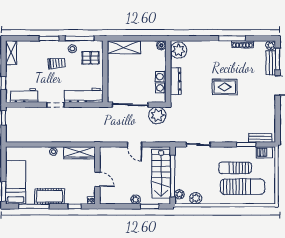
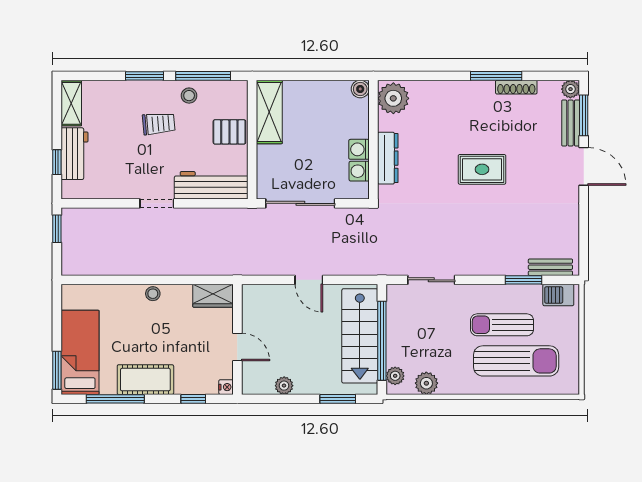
shelving: (124, 47) -> (269, 112), moved, turned 90
pallet: (91, 58) -> (229, 132), moved
workbench: (24, 96) -> (74, 154), moved, turned 90
plant: (157, 115) -> (352, 224), removed
wardrobe: (80, 153) -> (213, 296), width x0.67
plant: (136, 199) -> (284, 386), moved

